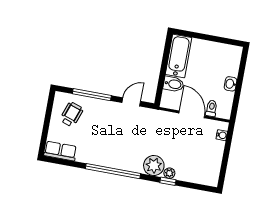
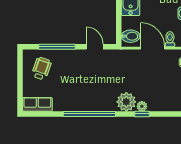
bidet: (173, 84) -> (131, 36), moved
door: (131, 102) -> (95, 47), hinge flipped

